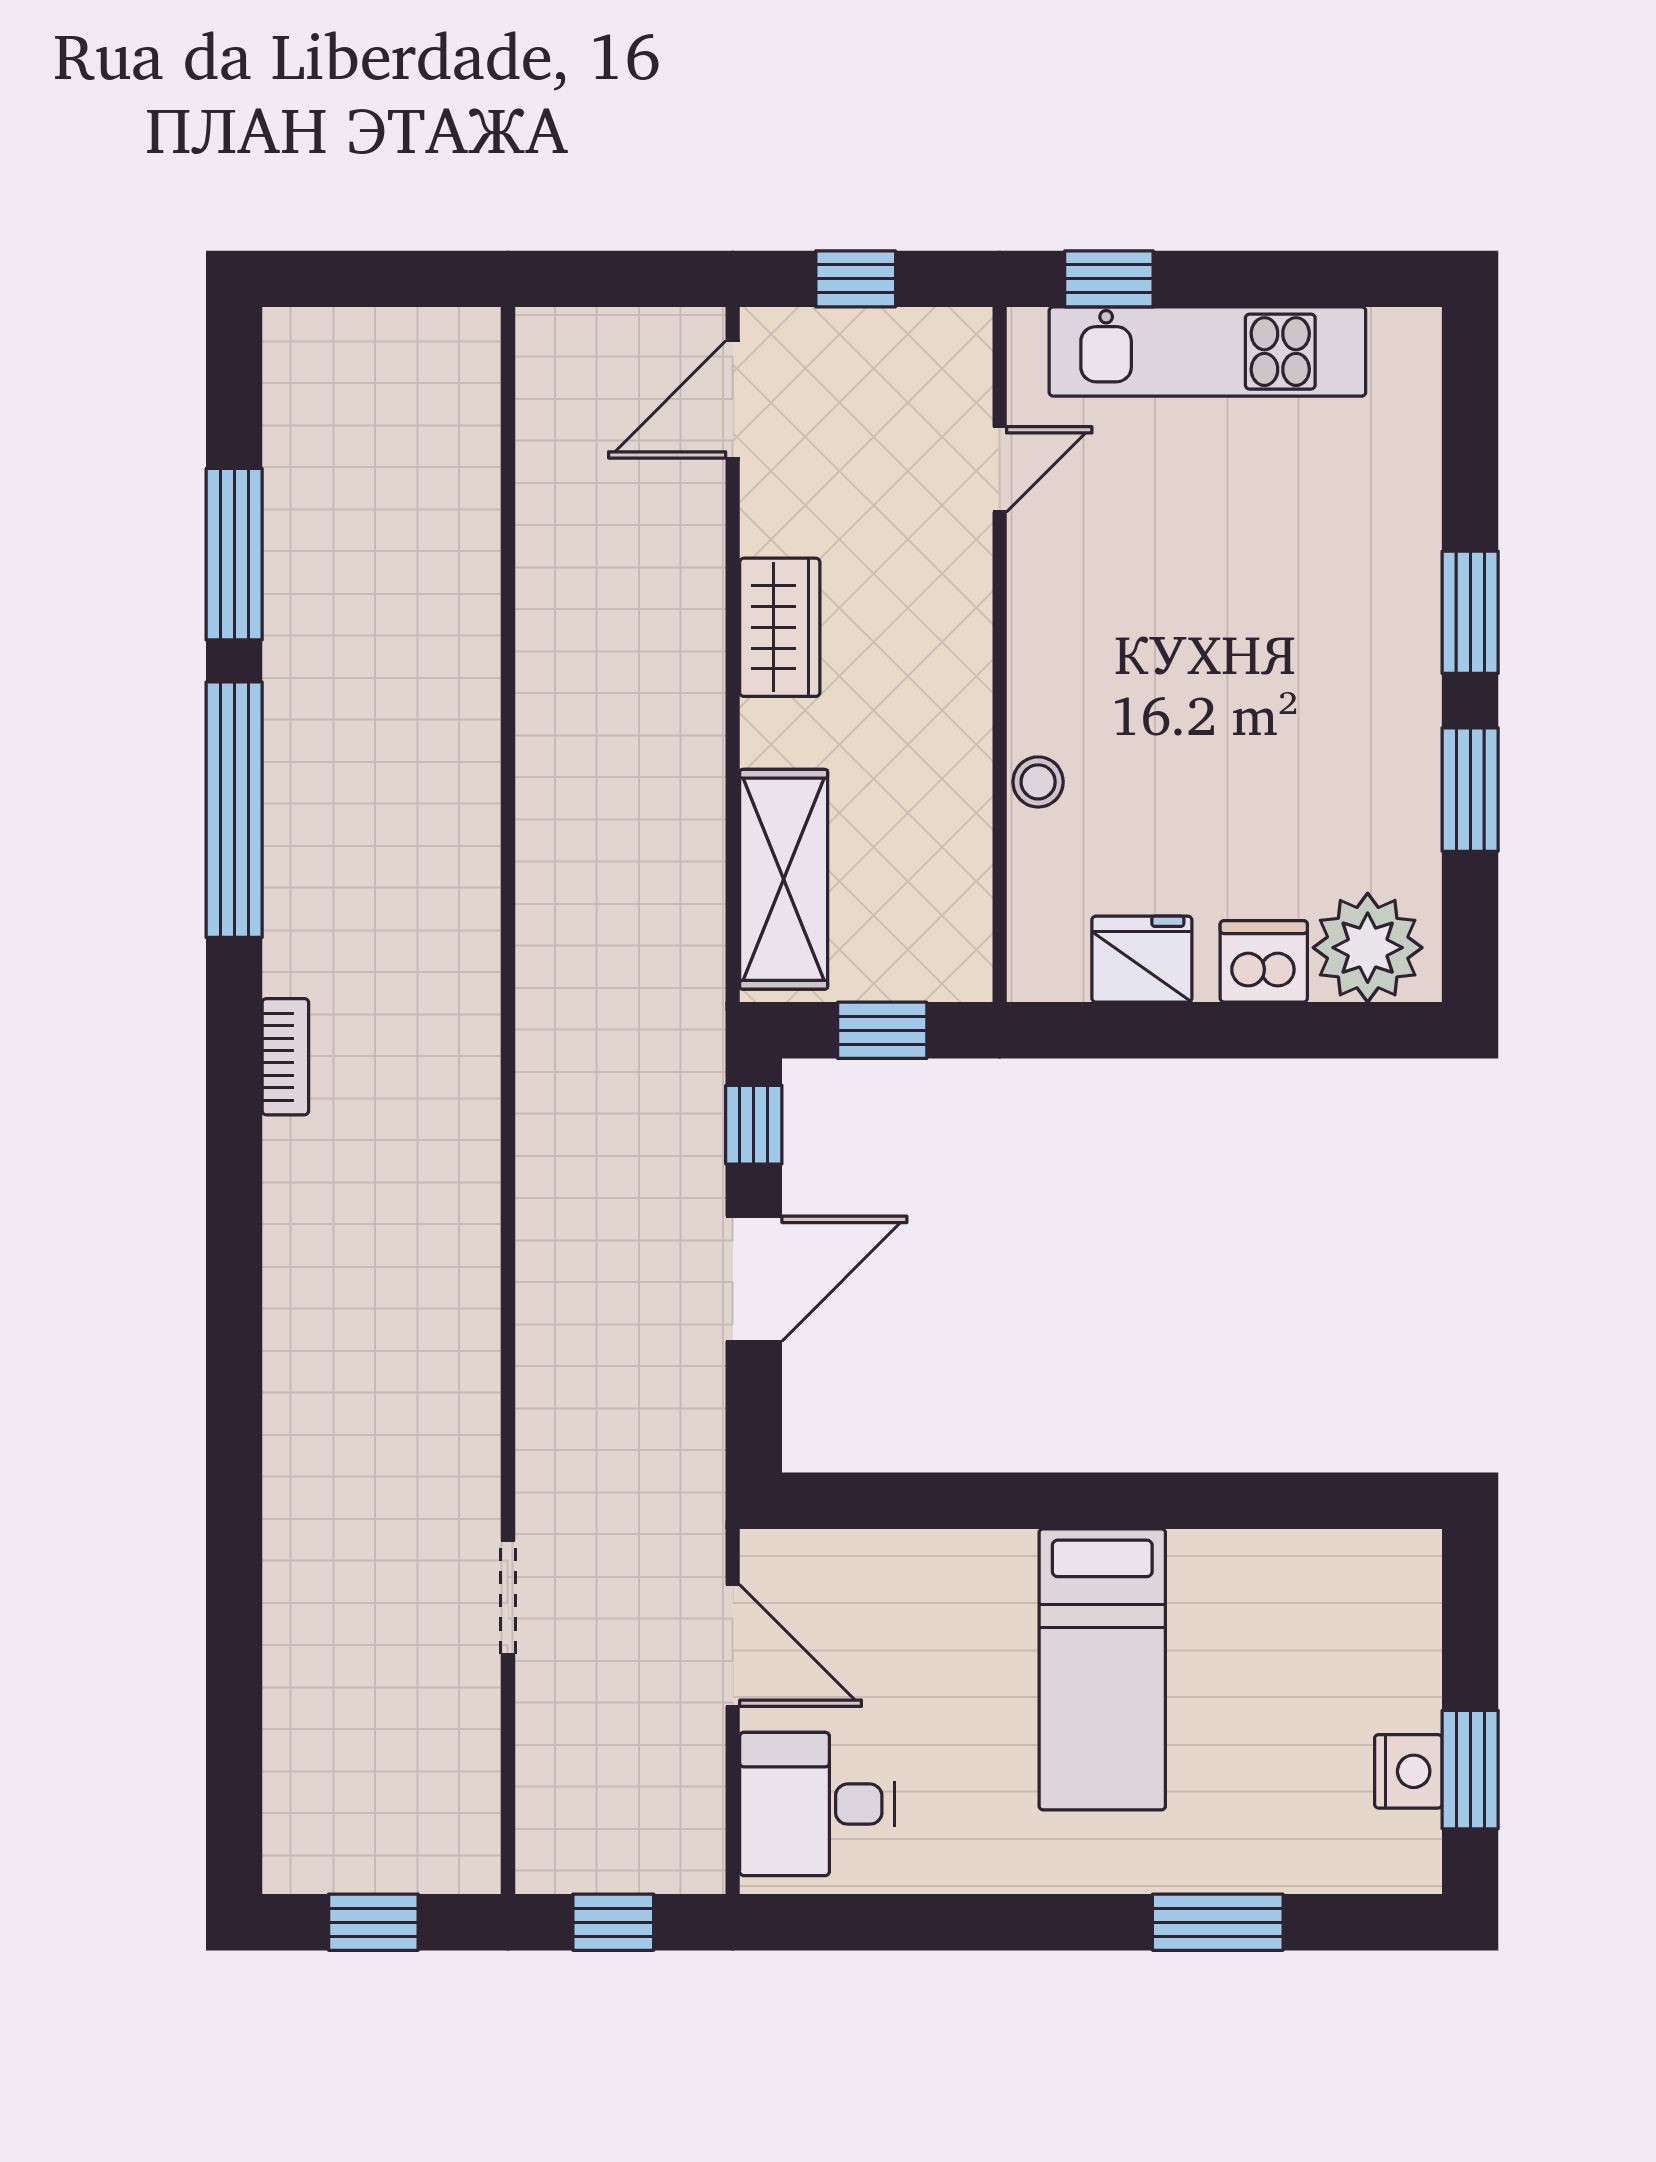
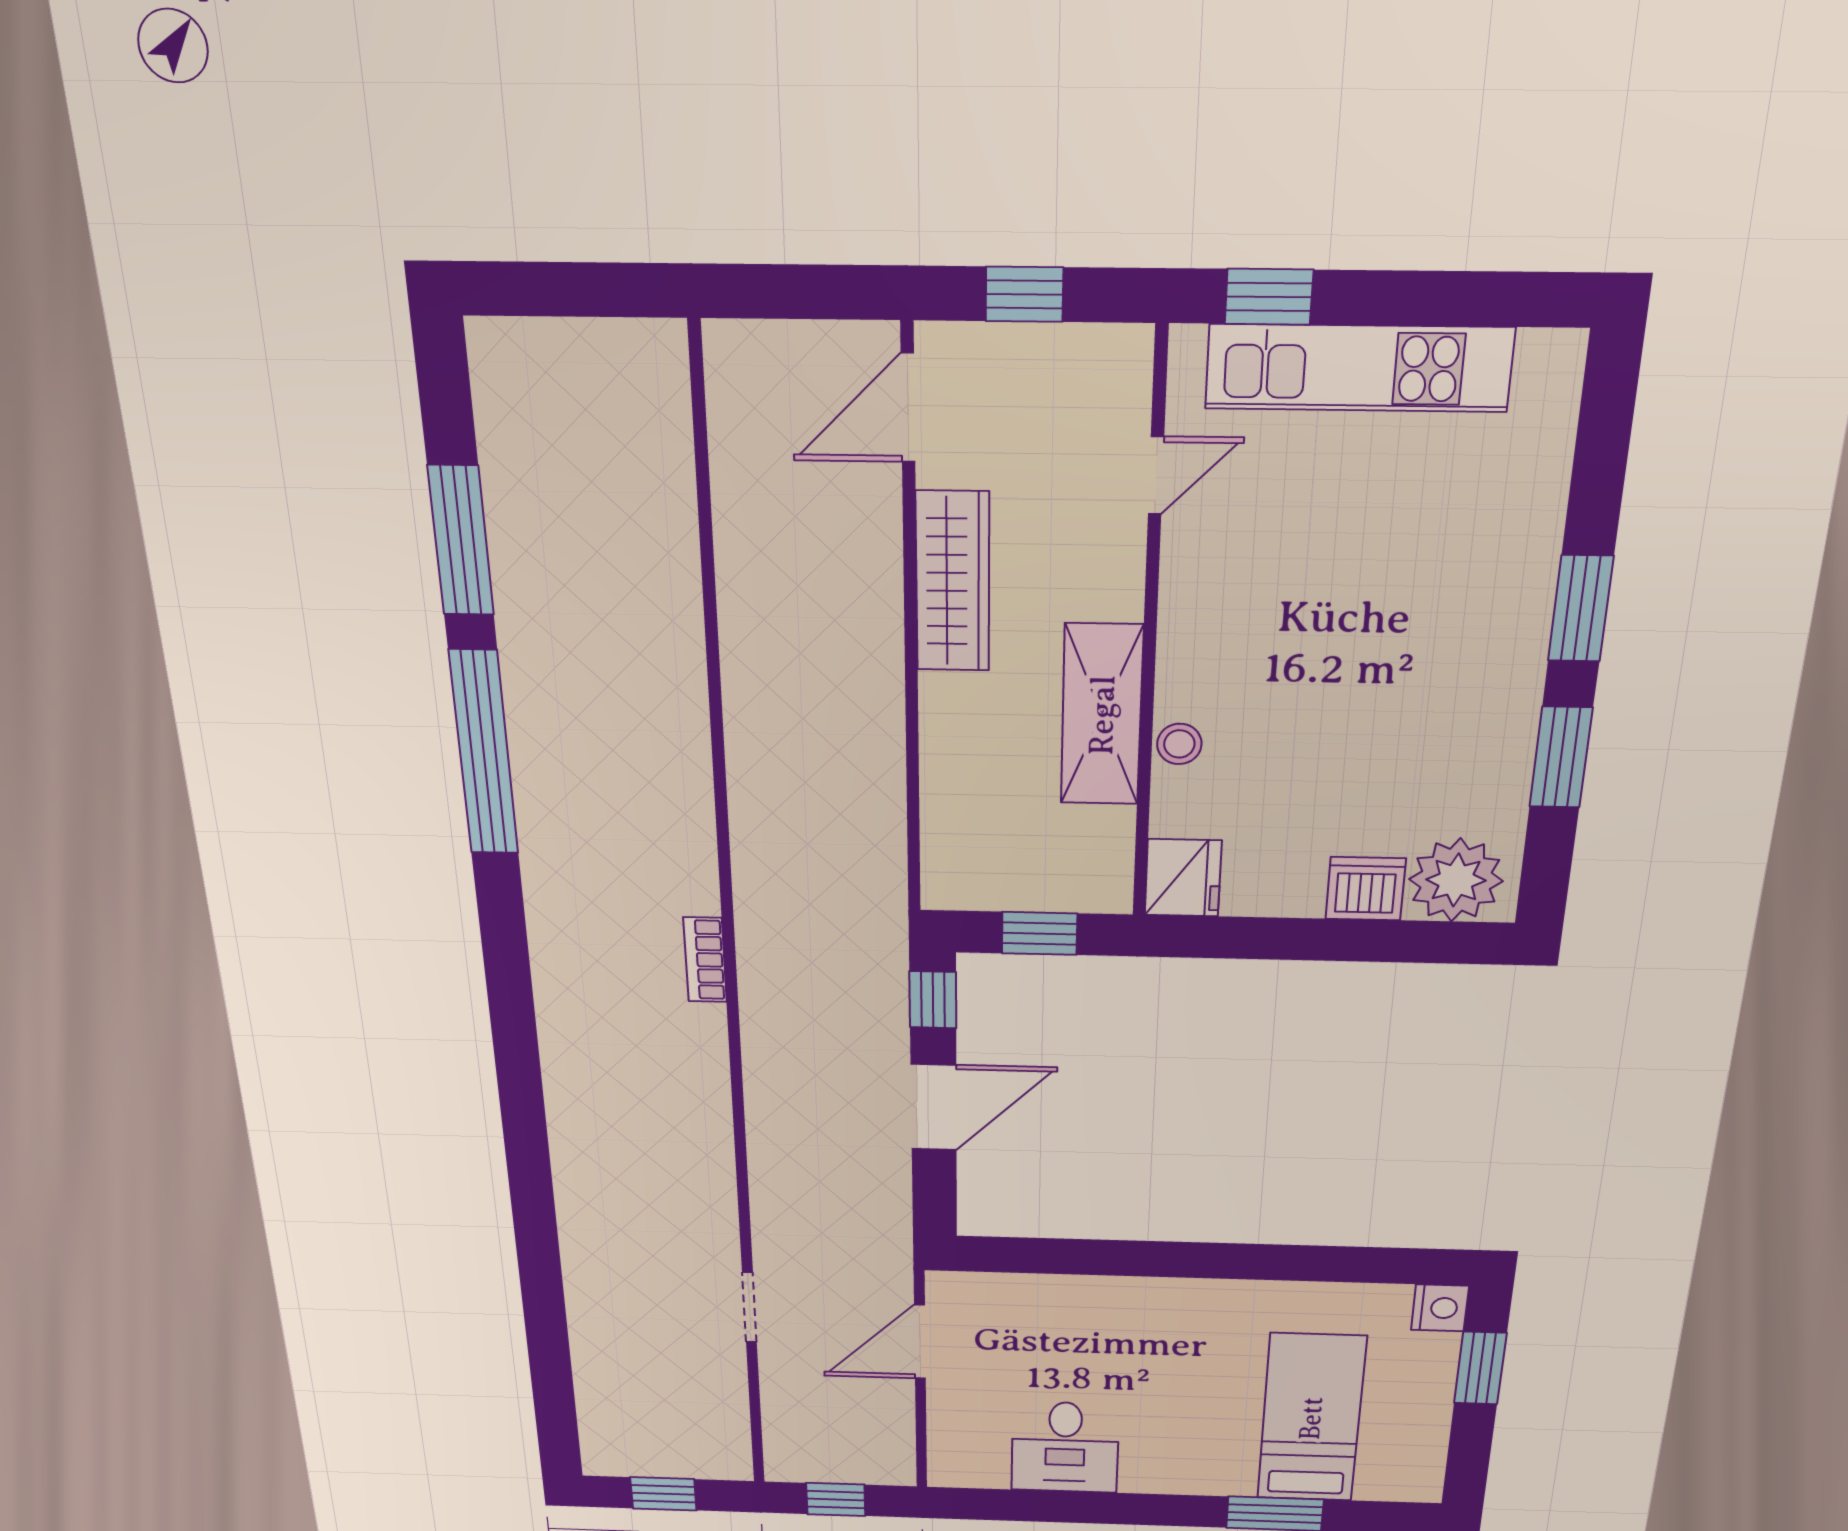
wardrobe: (780, 627) -> (953, 582), width x1.50
shelving: (784, 879) -> (1102, 715), moved
fridge: (1142, 959) -> (1183, 878), moved, turned 90
bookcase: (285, 1057) -> (705, 960), moved, turned 180
door: (733, 1646) -> (920, 1342), swing flipped
bed: (1102, 1669) -> (1311, 1418), moved, turned 180
window: (1470, 1770) -> (1480, 1368), moved
nightstand: (1408, 1771) -> (1440, 1308), moved
desk: (817, 1804) -> (1065, 1447), moved, turned -90

